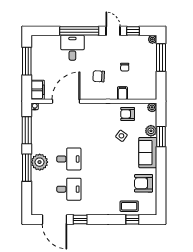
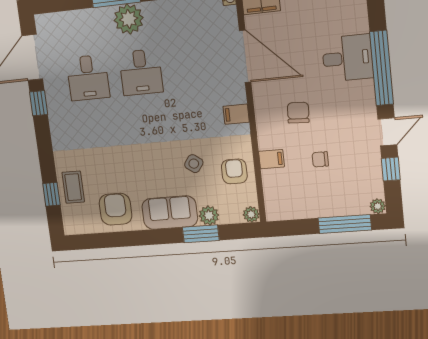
filing cabinet: (96, 109) -> (236, 114), added

